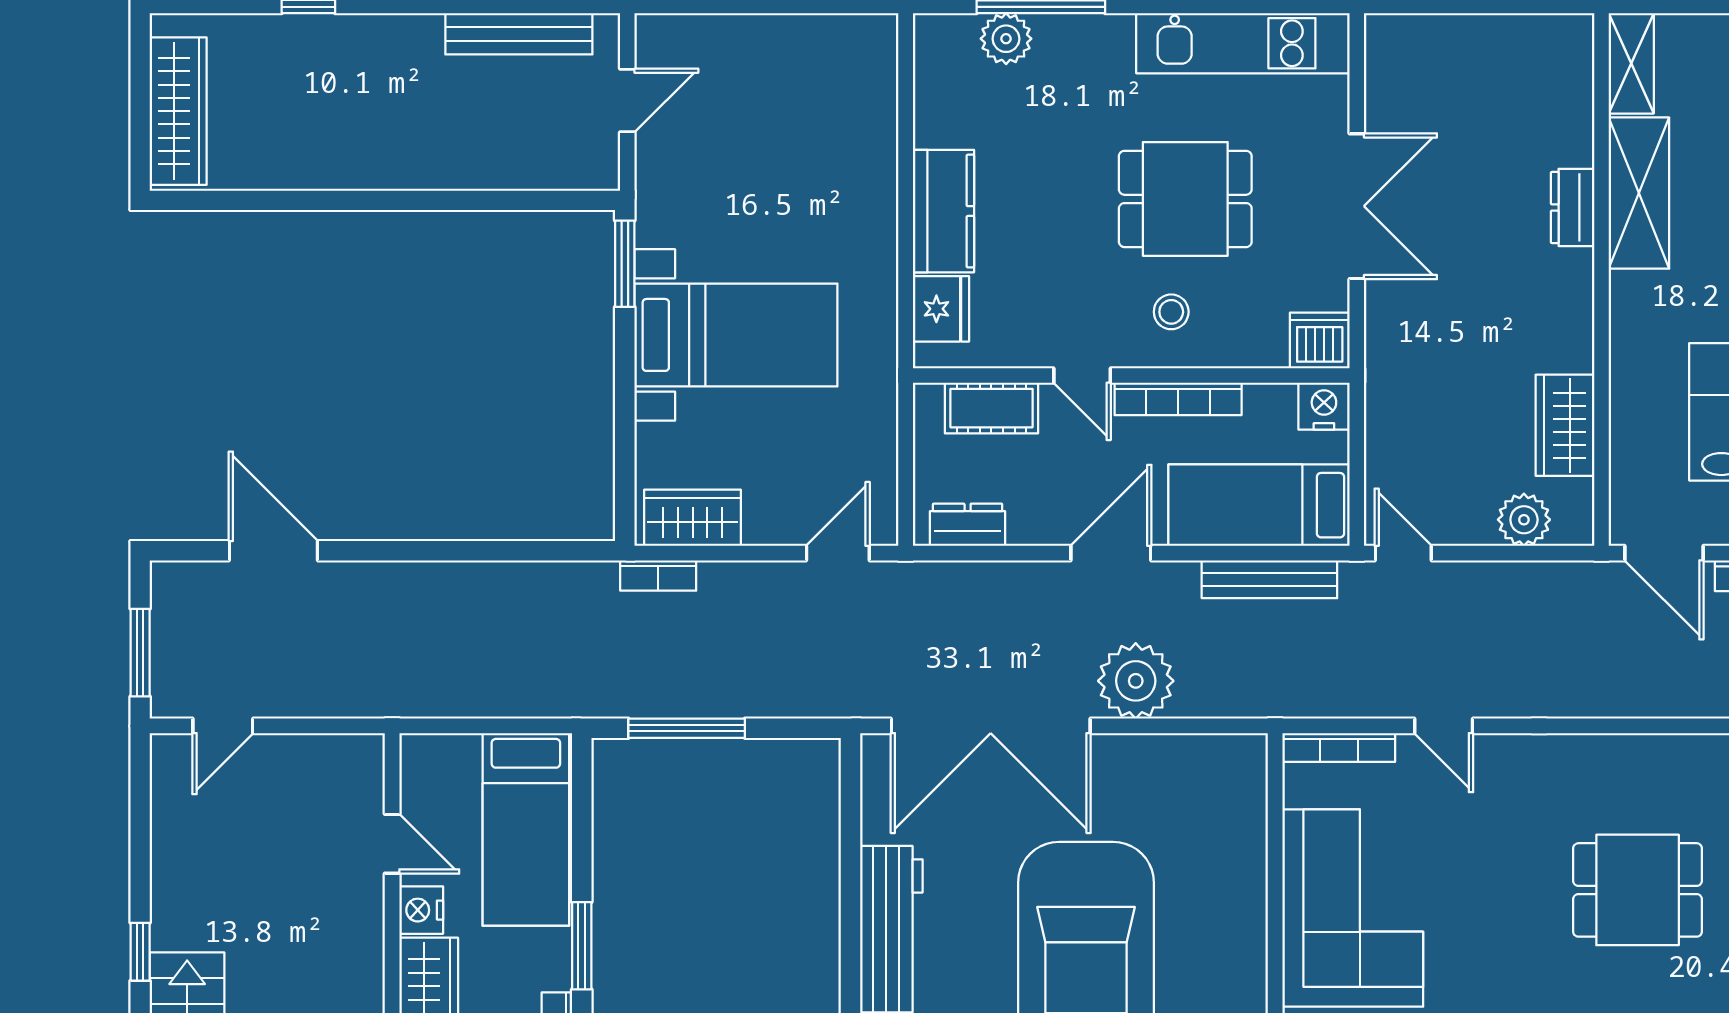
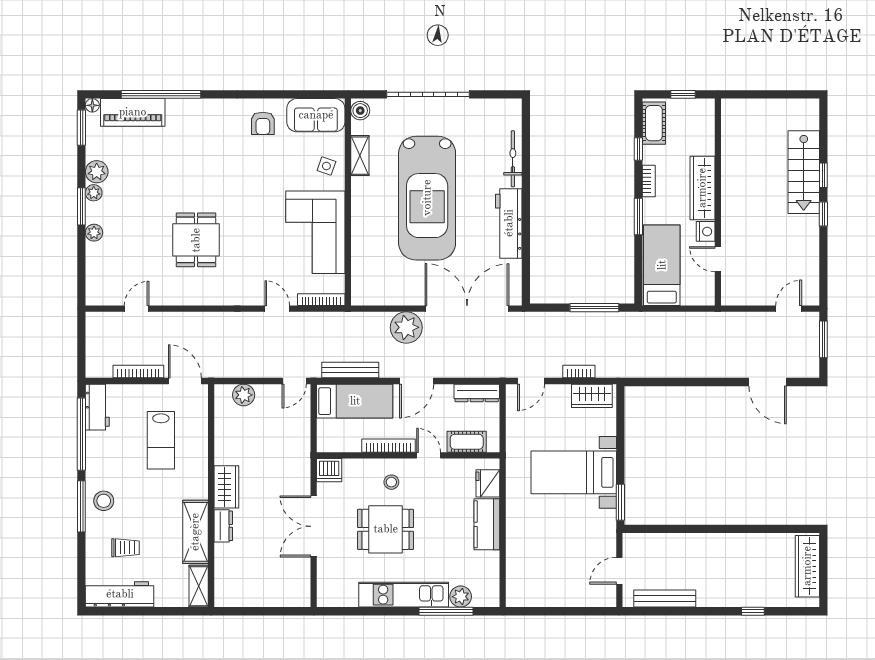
kitchen unit: (1243, 43) -> (404, 595), moved
nightstand: (1324, 406) -> (327, 443), removed
wardrobe: (1565, 425) -> (226, 487), moved
dresser: (968, 525) -> (477, 393), width x1.44
door: (1403, 553) -> (294, 381), hinge flipped
bookcase: (658, 576) -> (579, 372), moved
dining table: (1638, 890) -> (196, 240), turned 90

